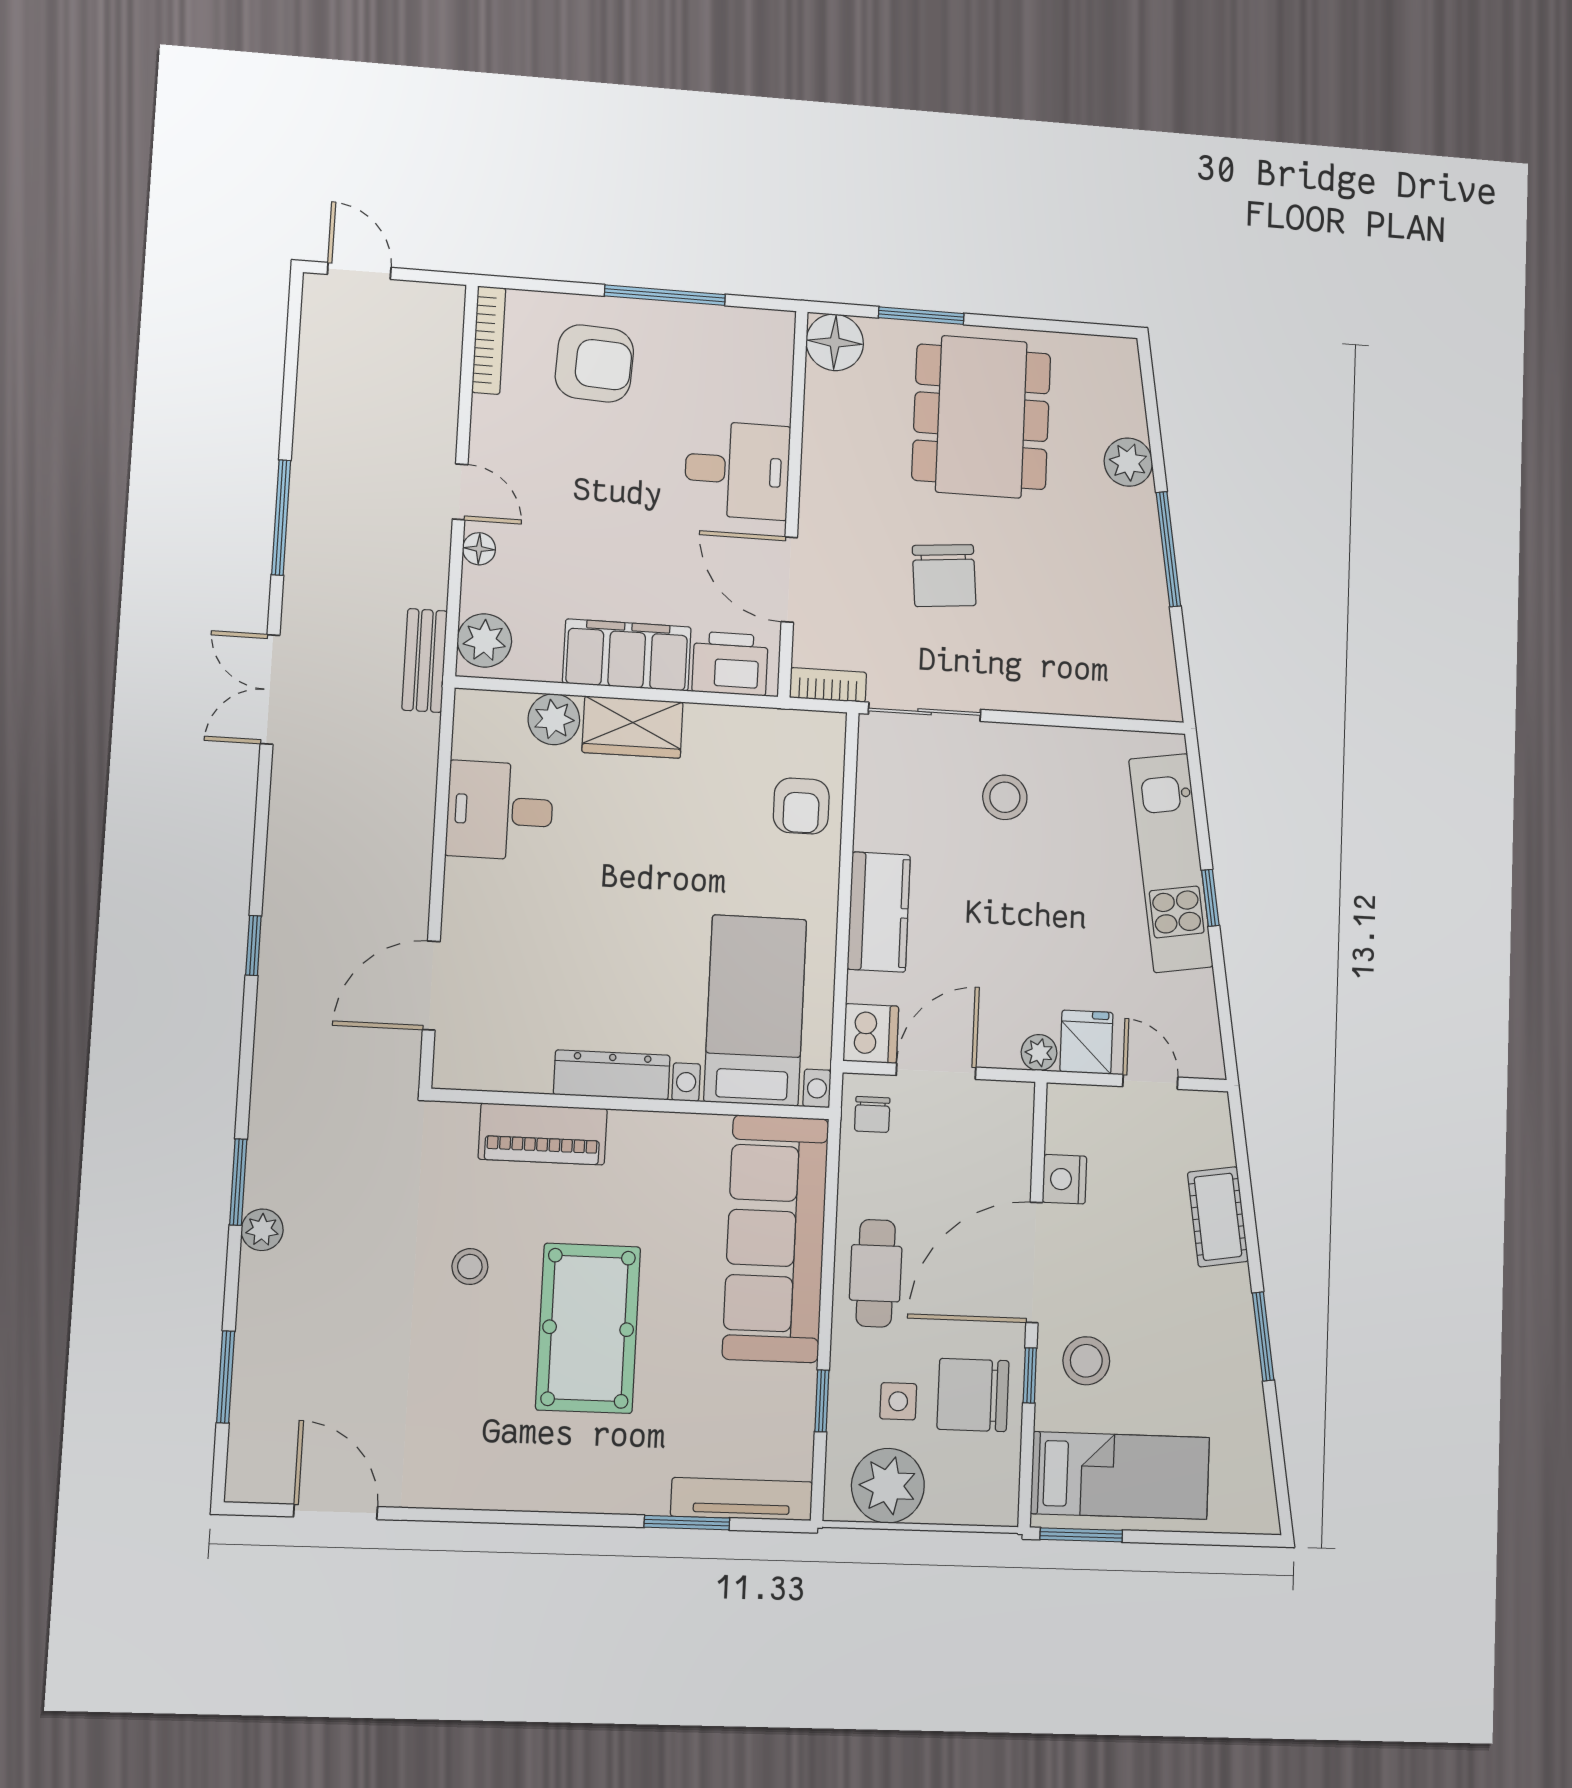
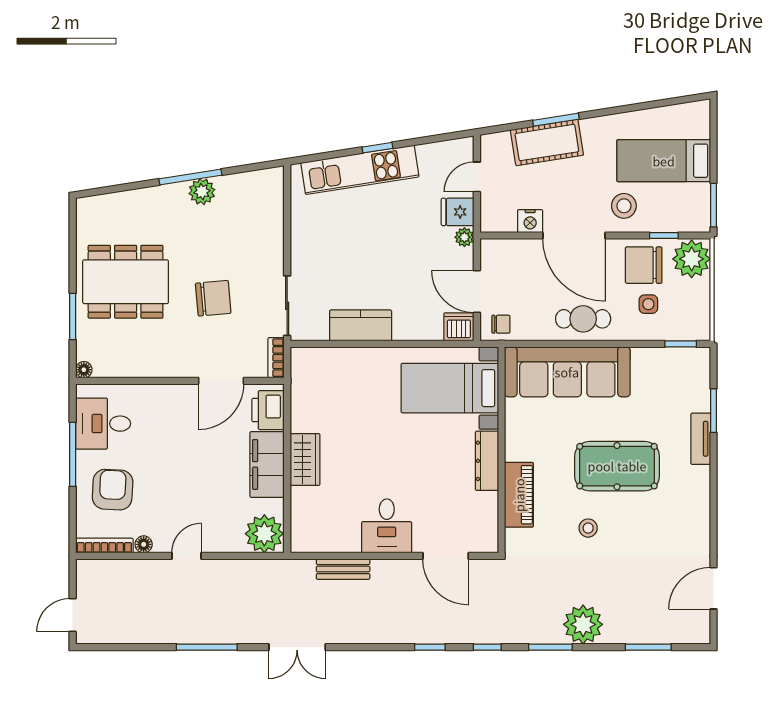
floor lamp: (835, 342) -> (84, 370), width x0.53, depth x0.53
plant: (1128, 462) -> (202, 192), moved
desk: (737, 470) -> (103, 424), moved, turned -90
floor lamp: (479, 549) -> (144, 544), moved
plant: (484, 640) -> (264, 534), width x1.36, depth x1.36
bench: (425, 660) -> (343, 569), moved
plant: (554, 719) -> (303, 501), removed
stool: (1005, 797) -> (330, 261), removed
armchair: (801, 806) -> (341, 369), removed
desk: (500, 811) -> (387, 526), moved
kitchen counter: (879, 912) -> (361, 325), moved
window: (246, 1058) -> (487, 647), added
cot: (1218, 1217) -> (547, 143), width x1.37, depth x1.34
plant: (262, 1230) -> (583, 624), width x1.88, depth x1.88
window: (1263, 1336) -> (556, 120), moved
window: (1030, 1375) -> (664, 235), moved
chair: (973, 1395) -> (644, 265), turned 90
window: (822, 1401) -> (681, 344), moved
bed: (1120, 1475) -> (664, 161), moved, turned -90
plant: (888, 1486) -> (692, 259), moved
tv unit: (742, 1499) -> (701, 439), moved, width x0.71

